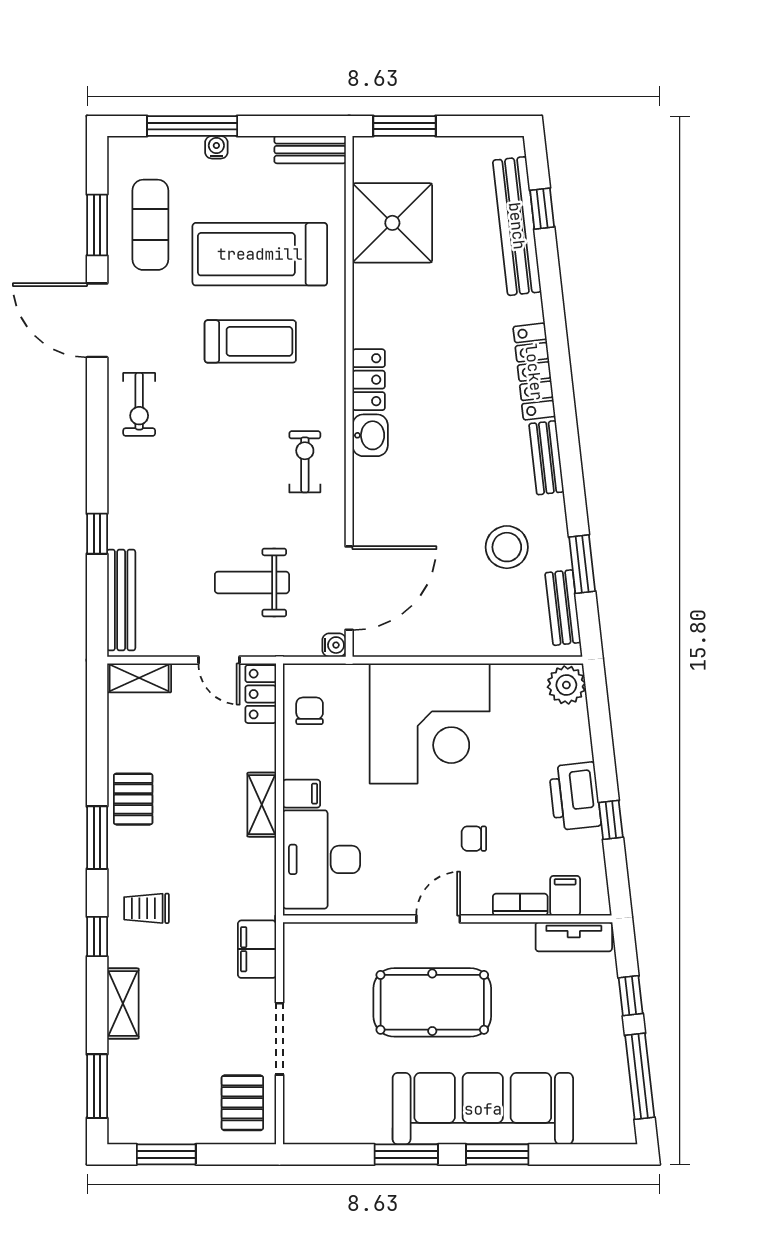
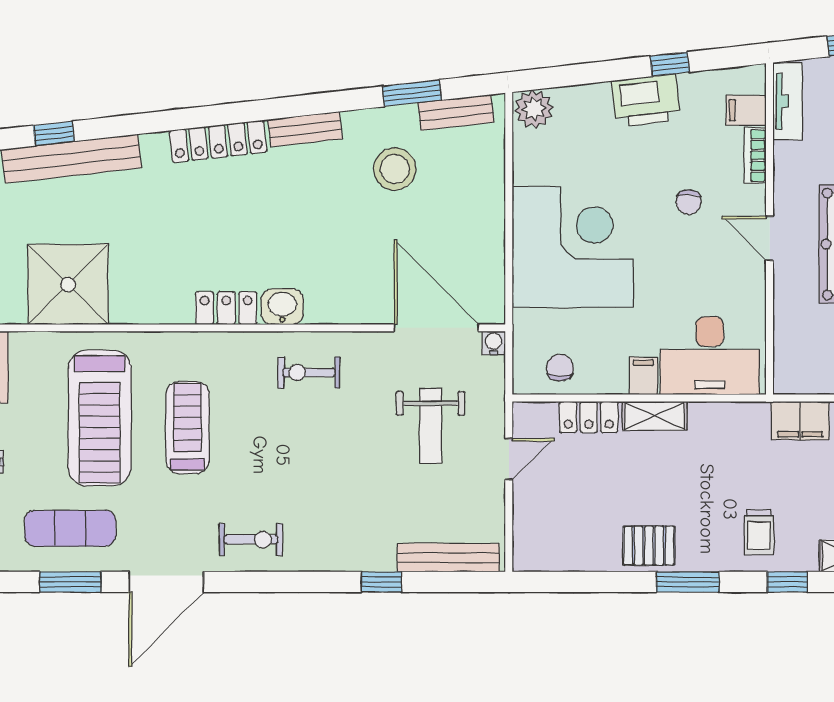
shelving: (139, 678) -> (527, 540), removed
locker: (261, 694) -> (589, 417), moved
chair: (310, 711) -> (560, 368), turned 90

